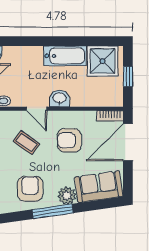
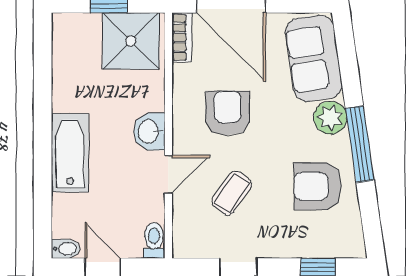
bathtub: (65, 56) -> (70, 153), moved
shower: (103, 61) -> (131, 41), moved
armchair: (69, 140) -> (227, 113), turned 180

